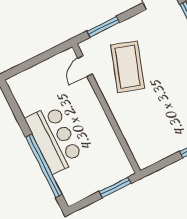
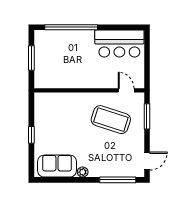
bar counter: (54, 139) -> (119, 43), moved
window: (115, 187) -> (31, 58), moved

